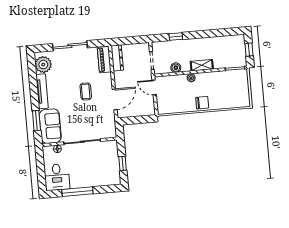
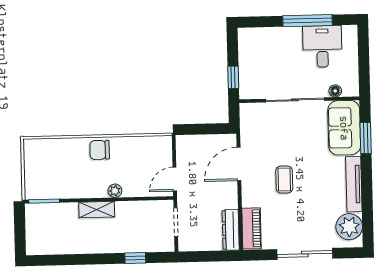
window: (249, 50) -> (20, 230), removed
boiler: (176, 68) -> (138, 208), removed
door: (154, 87) -> (175, 179), swing flipped
window: (123, 163) -> (233, 77), moved
desk: (57, 177) -> (322, 46), moved

